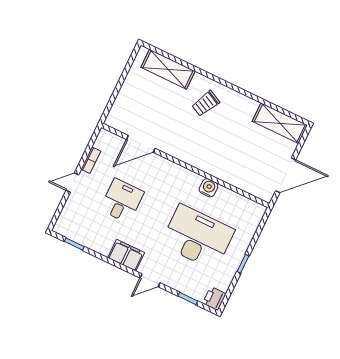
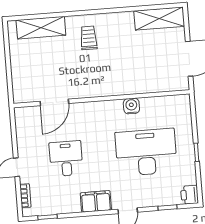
trolley: (206, 104) -> (89, 38), turned 153
bookcase: (91, 160) -> (25, 196), moved

